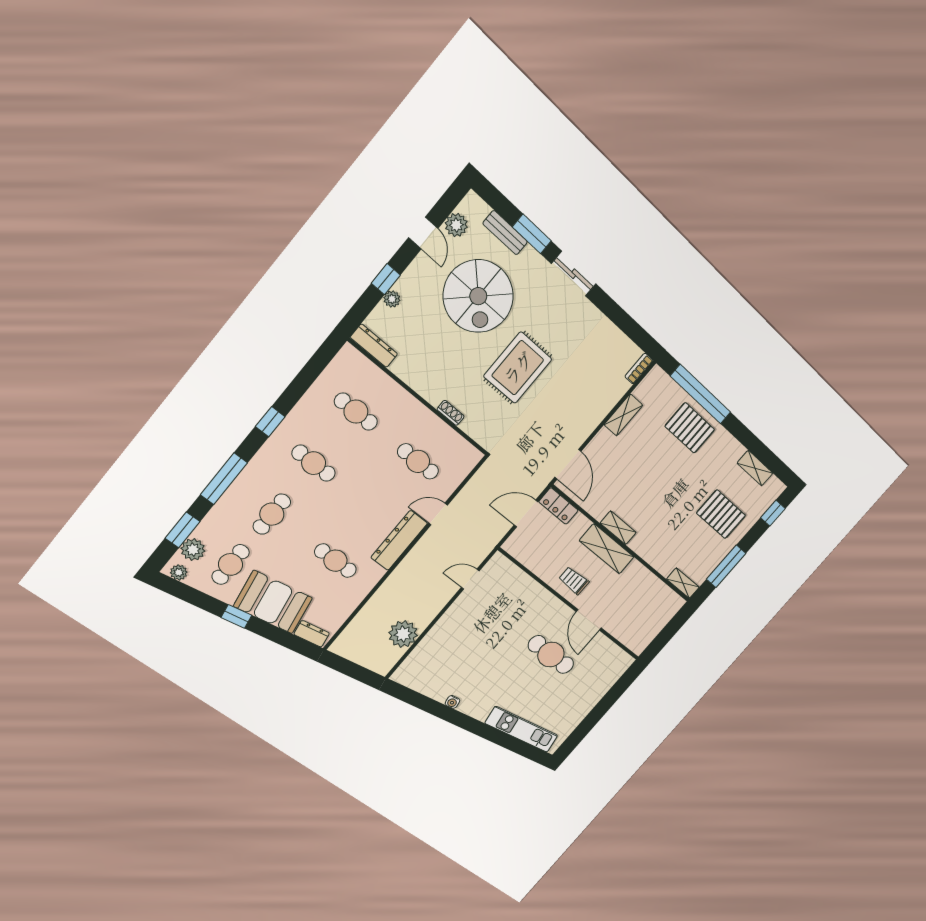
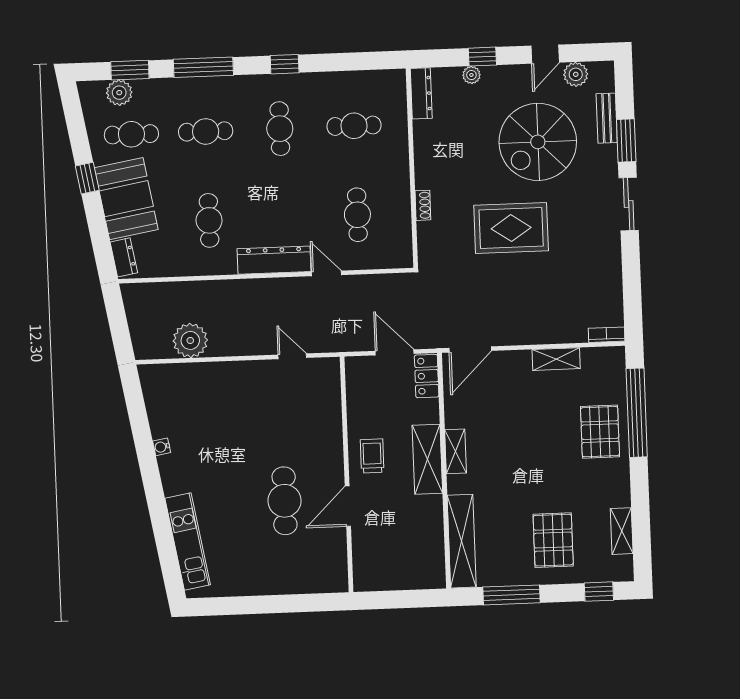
cafe table: (356, 412) -> (354, 126), turned 90
plant: (179, 572) -> (89, 97), removed
shelving: (683, 583) -> (462, 541), width x2.20, depth x1.33

